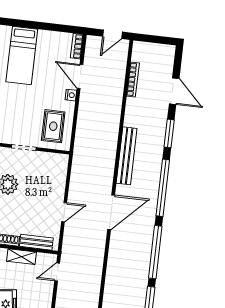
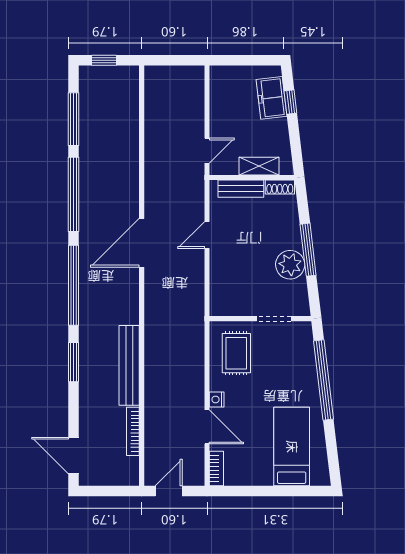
door: (174, 91) -> (73, 456), moved
bench: (127, 156) -> (129, 365), moved

